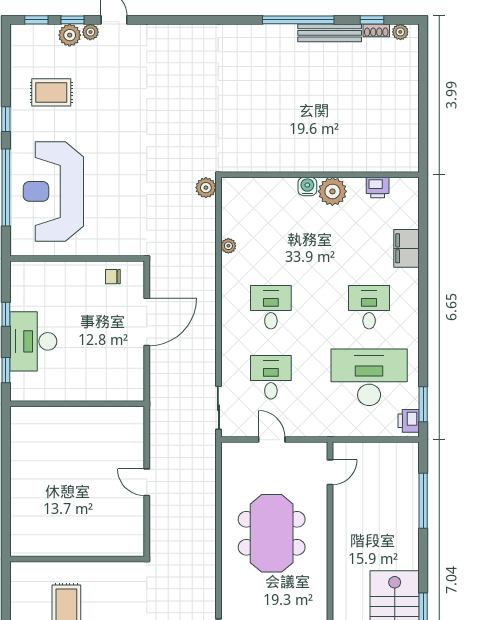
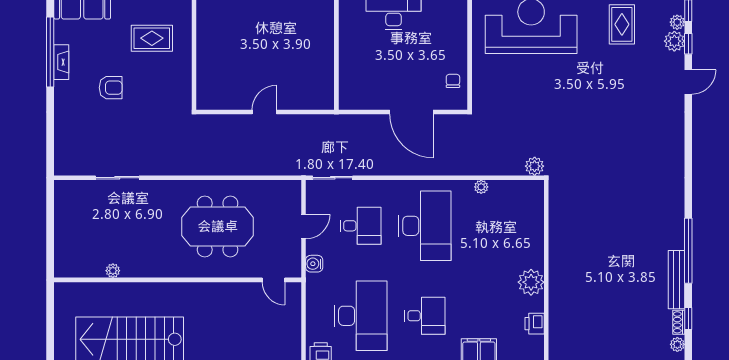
plant: (90, 32) -> (677, 22), moved
water cooler: (307, 186) -> (314, 264), moved, turned 180
desk: (271, 307) -> (425, 226), width x1.87, depth x1.30

